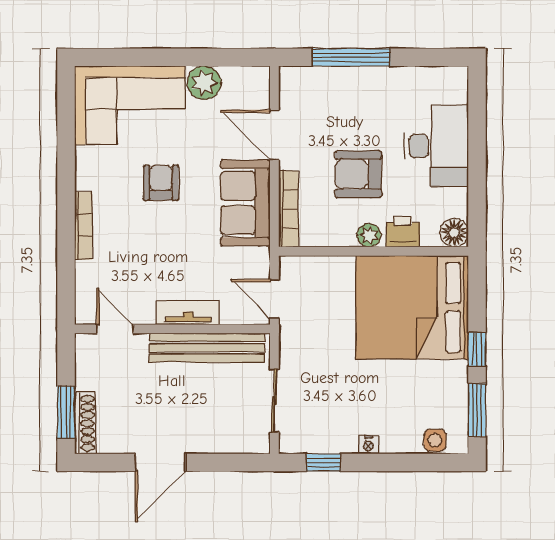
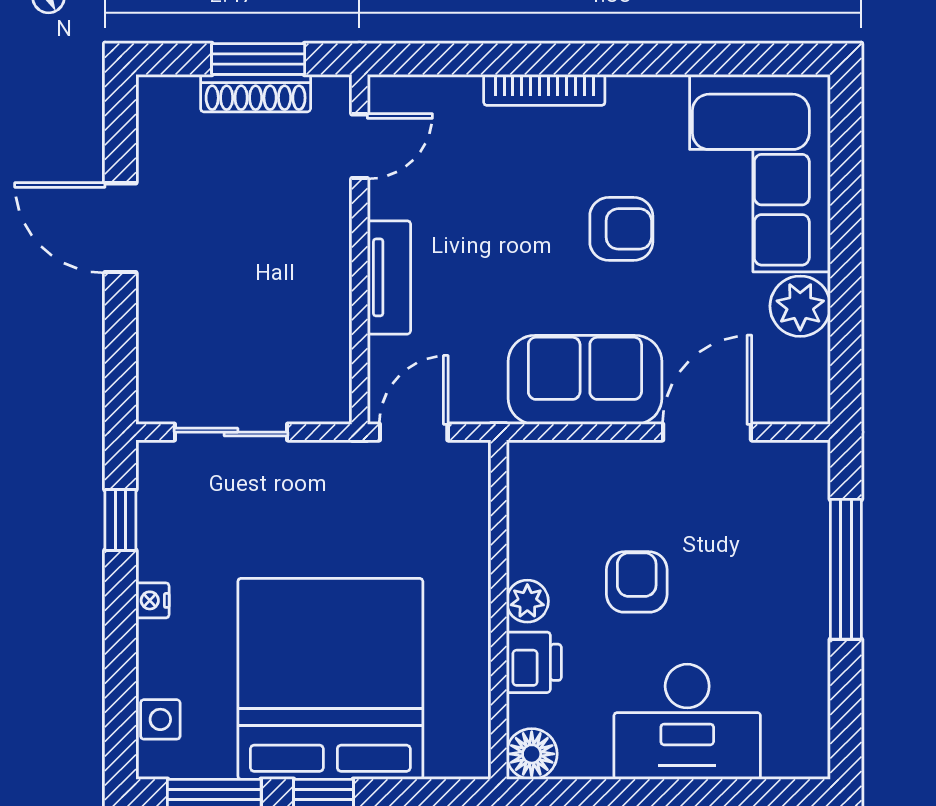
armchair: (358, 174) -> (637, 582), width x0.72, depth x0.72
bookcase: (288, 209) -> (574, 457), removed
bed: (412, 307) -> (330, 679), moved
bench: (207, 348) -> (326, 311), removed
window: (66, 412) -> (258, 59), moved
shoe rack: (85, 423) -> (256, 93), moved

